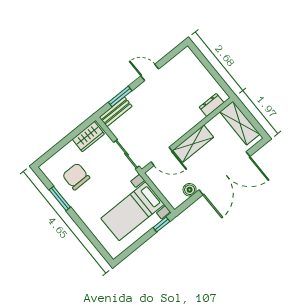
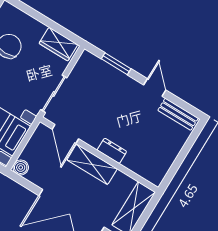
dresser: (212, 105) -> (112, 151), moved
bench: (116, 112) -> (178, 114), moved
boiler: (190, 190) -> (21, 167), moved

